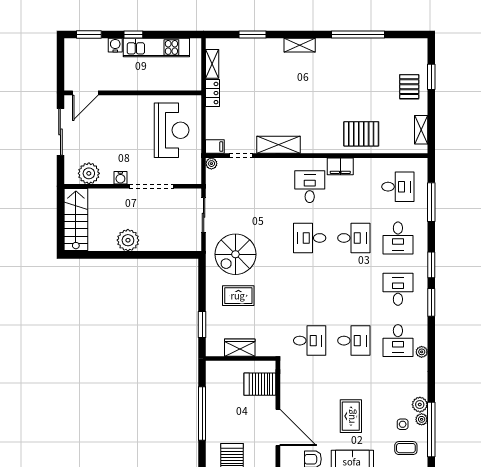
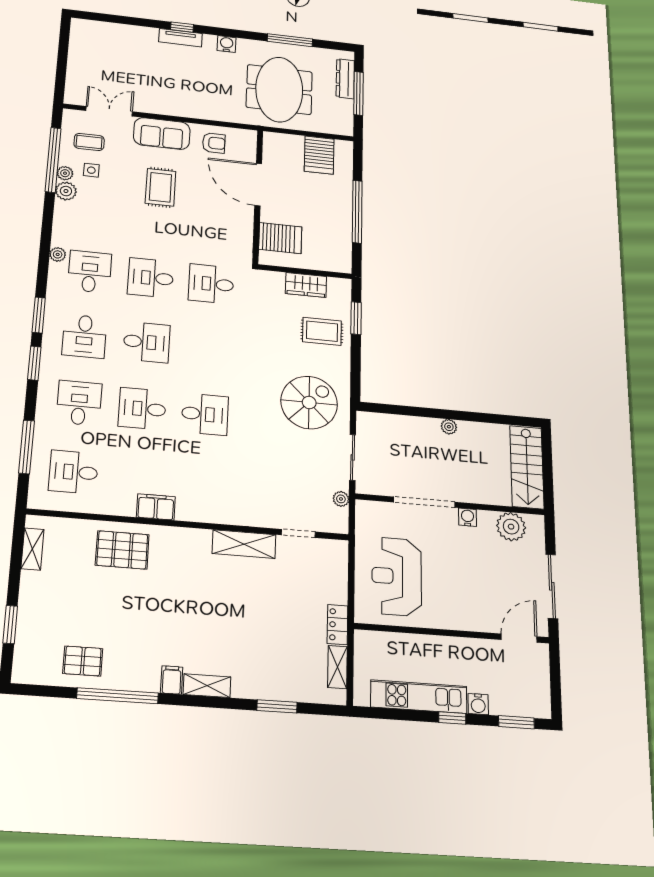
pallet: (409, 87) -> (83, 661), moved, turned 90
filing cabinet: (215, 147) -> (172, 680), moved, turned 90
plant: (211, 164) -> (341, 499), moved
desk: (310, 187) -> (147, 342), moved, turned -90
plant: (128, 240) -> (449, 427), width x0.53, depth x0.53
rug: (238, 296) -> (322, 331), moved

